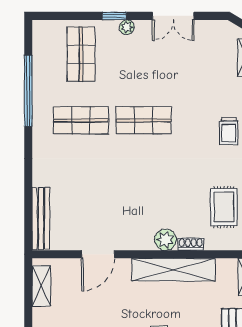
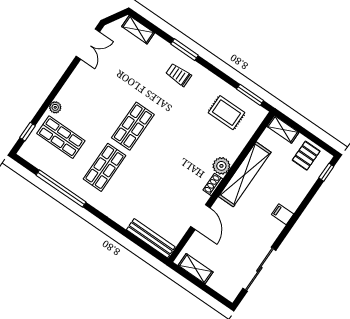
window: (114, 16) -> (28, 132), moved
double door: (173, 16) -> (88, 44), moved
plant: (127, 27) -> (55, 107), moved
trolley: (229, 131) -> (179, 75), turned 180
shoe rack: (191, 244) -> (213, 185), moved

